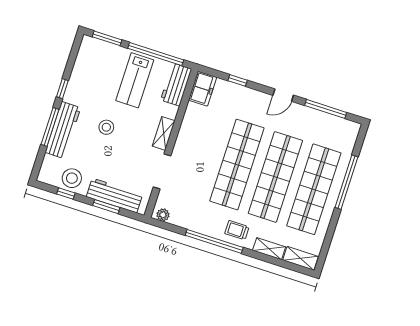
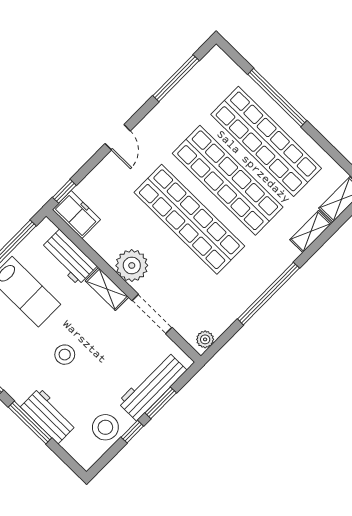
window: (238, 80) -> (64, 191), moved
workbench: (176, 85) -> (69, 257), moved
door: (283, 95) -> (118, 137), moved
workbench: (63, 130) -> (49, 416), width x0.73
plant: (187, 142) -> (132, 265), added
window: (66, 194) -> (132, 432), moved
trolley: (237, 230) -> (269, 259), removed

